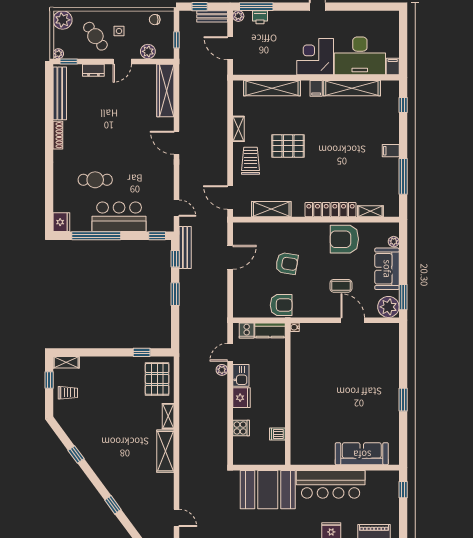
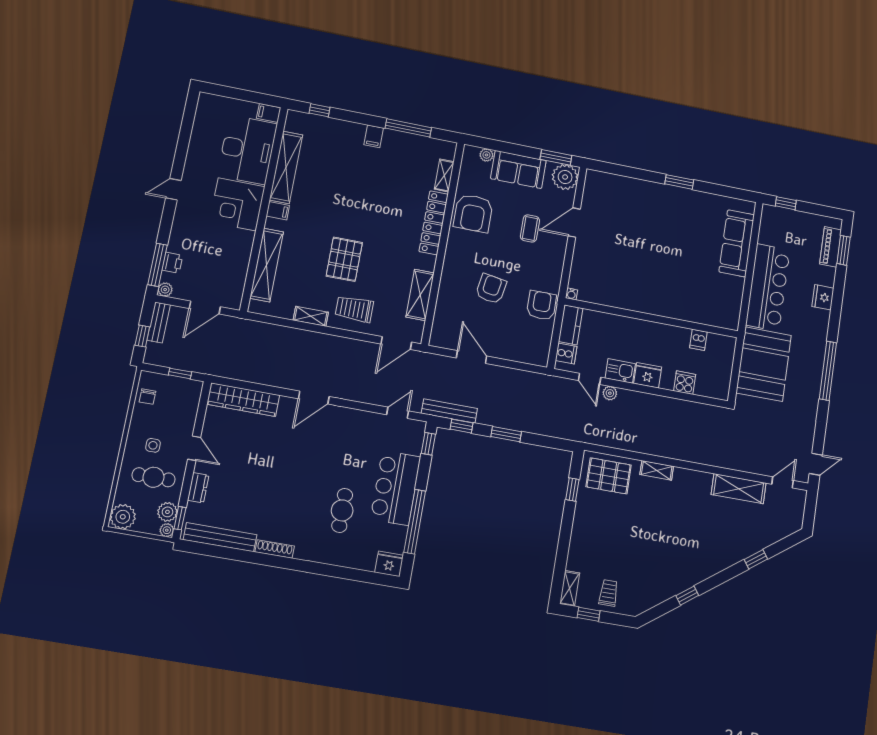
cafe table: (95, 36) -> (153, 477), turned 36
plant: (148, 51) -> (167, 512), moved
shelving: (165, 451) -> (739, 489), moved

